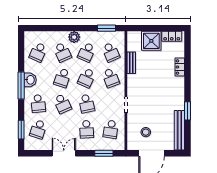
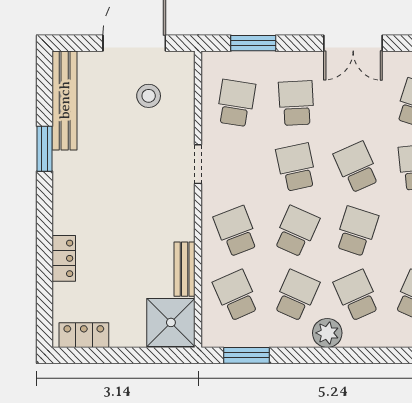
shower: (151, 41) -> (171, 322), moved

